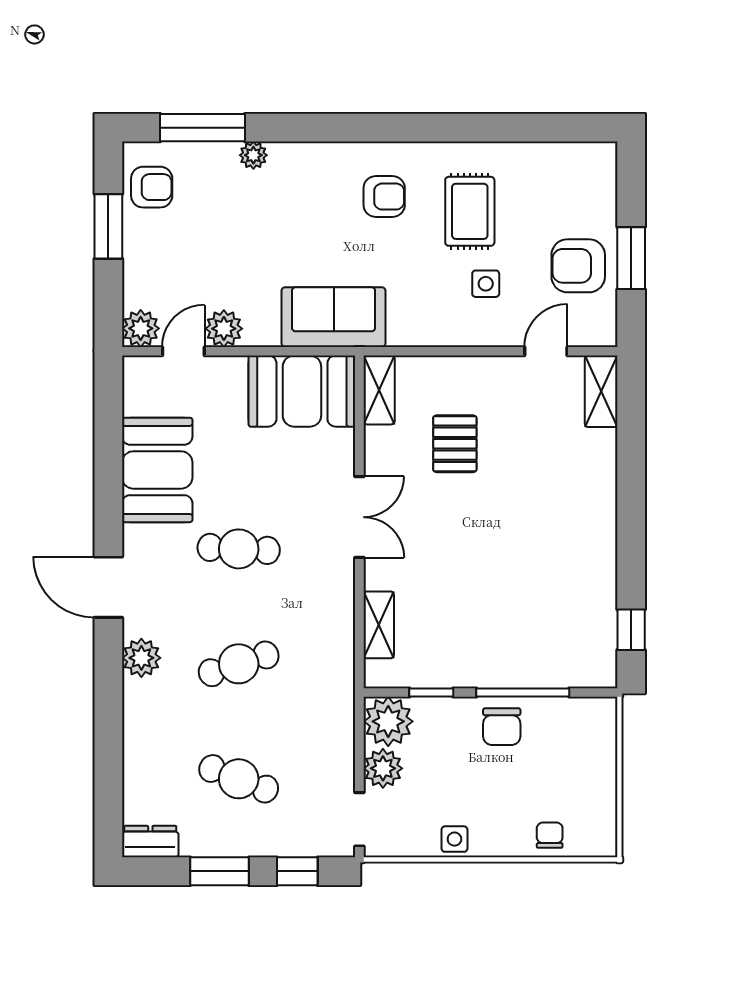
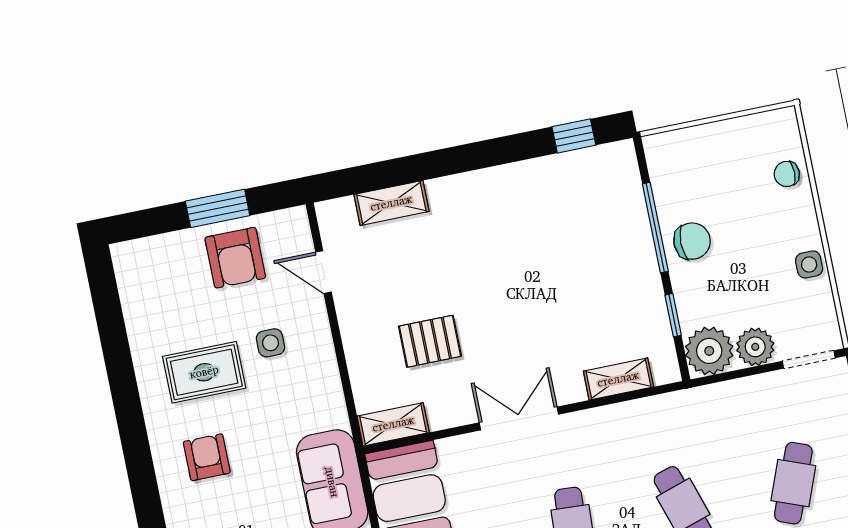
shelving: (601, 391) -> (391, 203), moved

